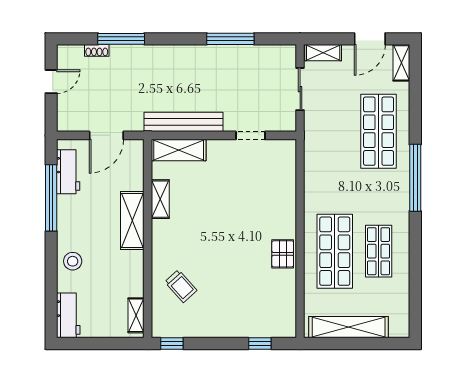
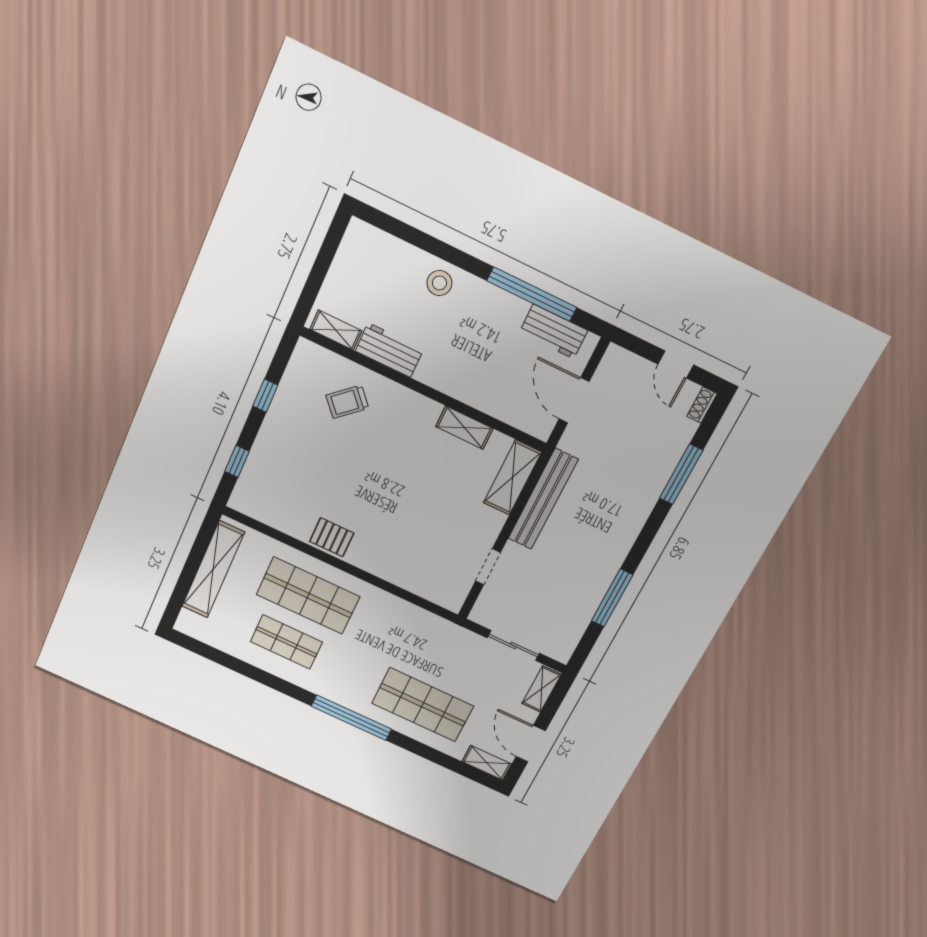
shoe rack: (97, 50) -> (702, 405), moved
shelving: (132, 221) -> (455, 382), removed
workbench: (68, 315) -> (389, 350), moved, turned 180
window: (172, 344) -> (265, 396), moved

